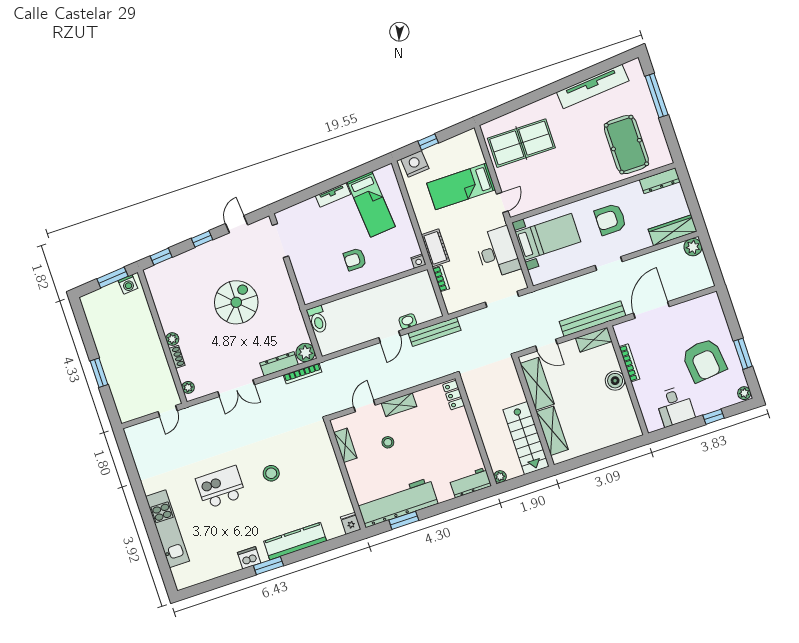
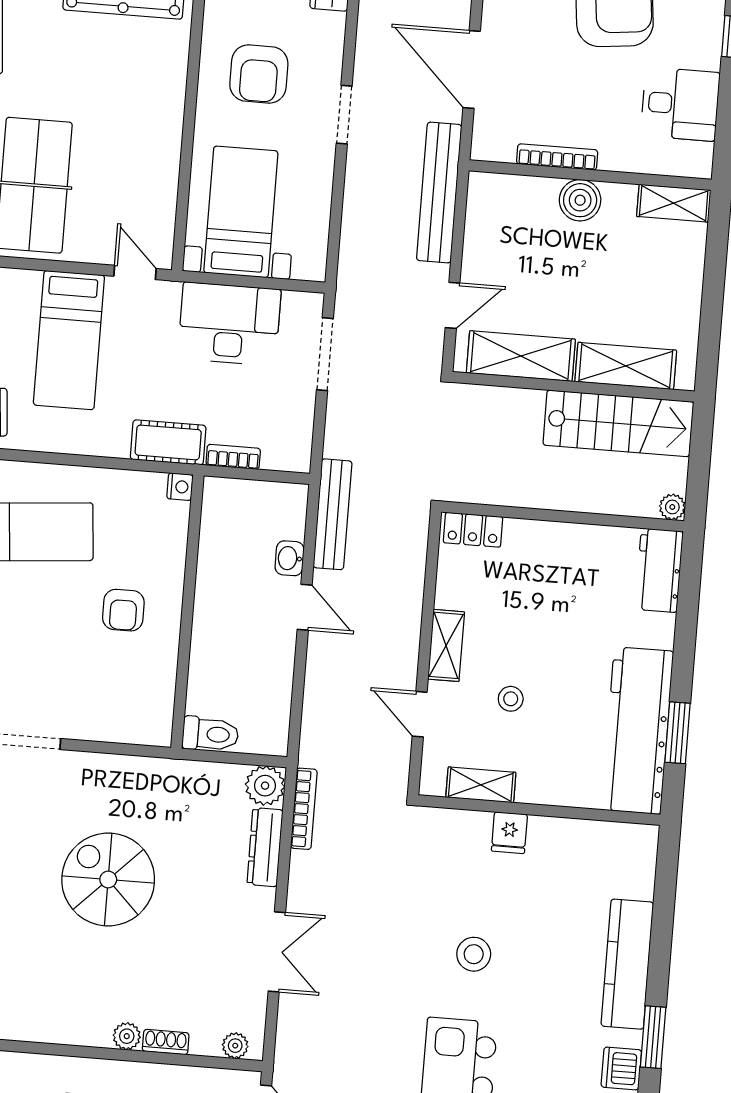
shelving: (594, 340) -> (674, 203), moved, turned 90
fridge: (351, 523) -> (509, 833), moved, turned -90

